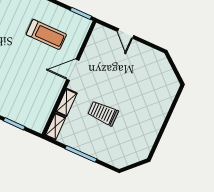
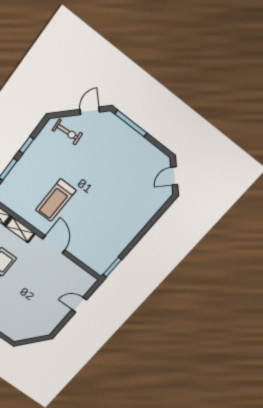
treadmill: (46, 34) -> (56, 200), moved

